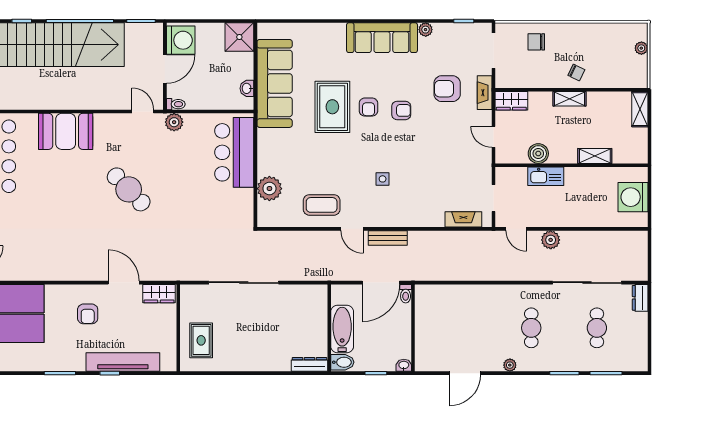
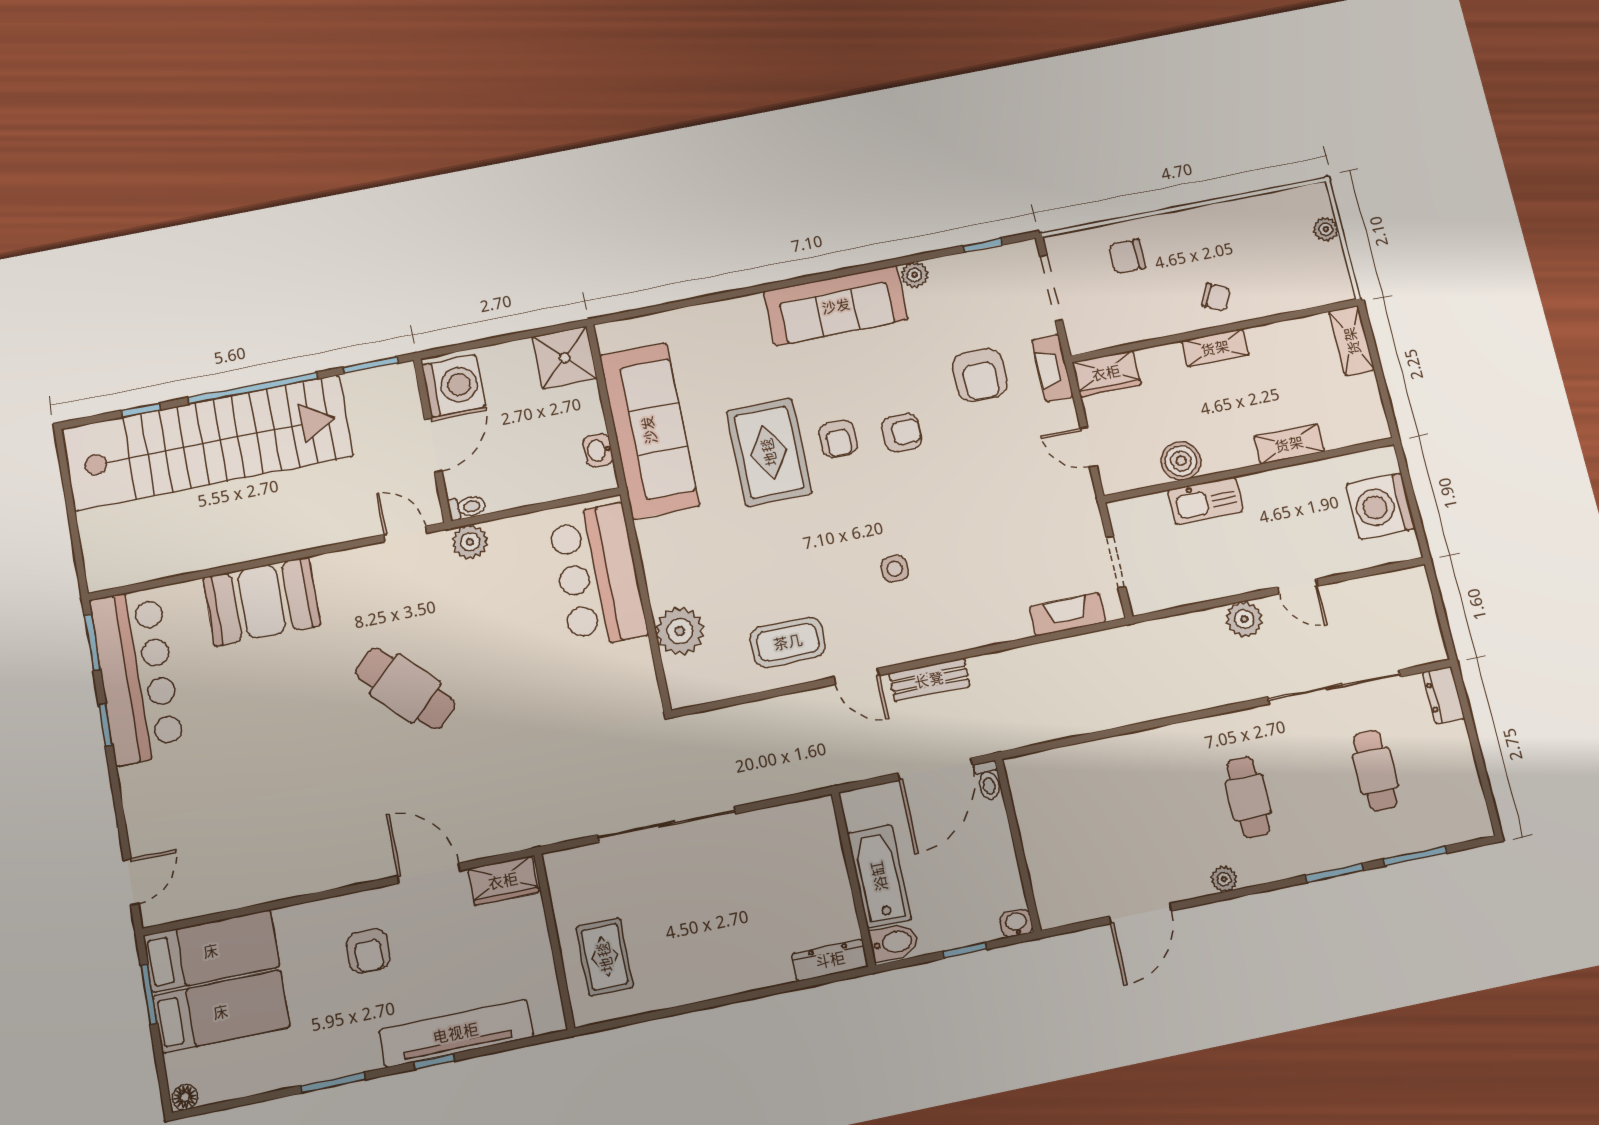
armchair: (447, 89) -> (980, 375), turned -90
door: (516, 229) -> (1297, 586), moved

